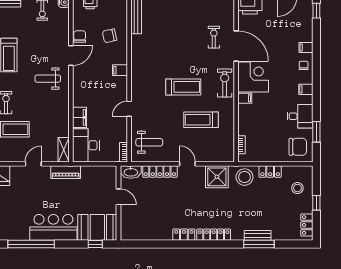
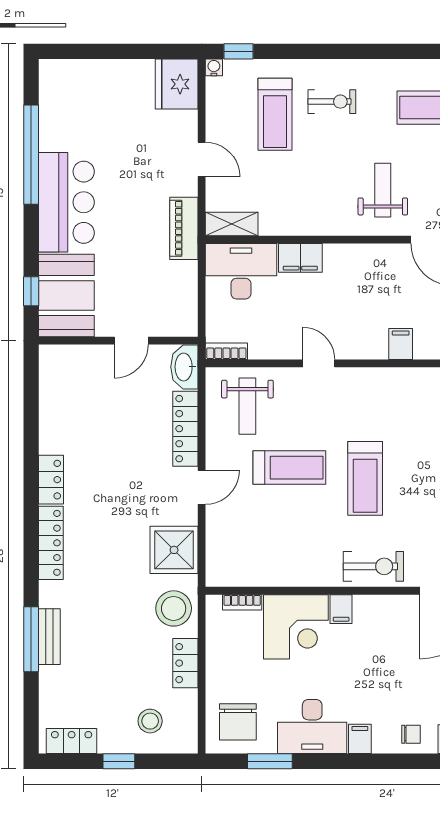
corner desk: (253, 77) -> (296, 627), moved
desk: (300, 116) -> (312, 727), width x1.37
treadmill: (201, 120) -> (289, 468), moved, turned 90

